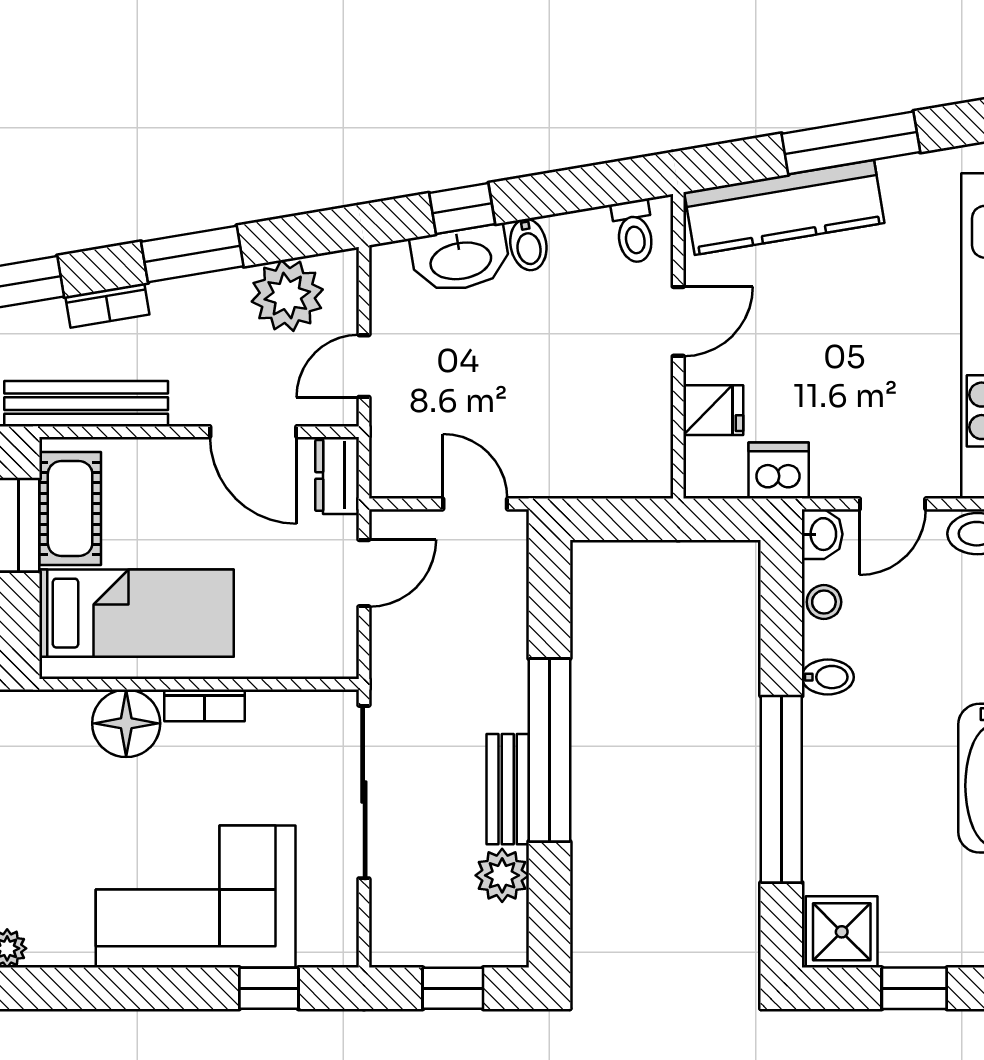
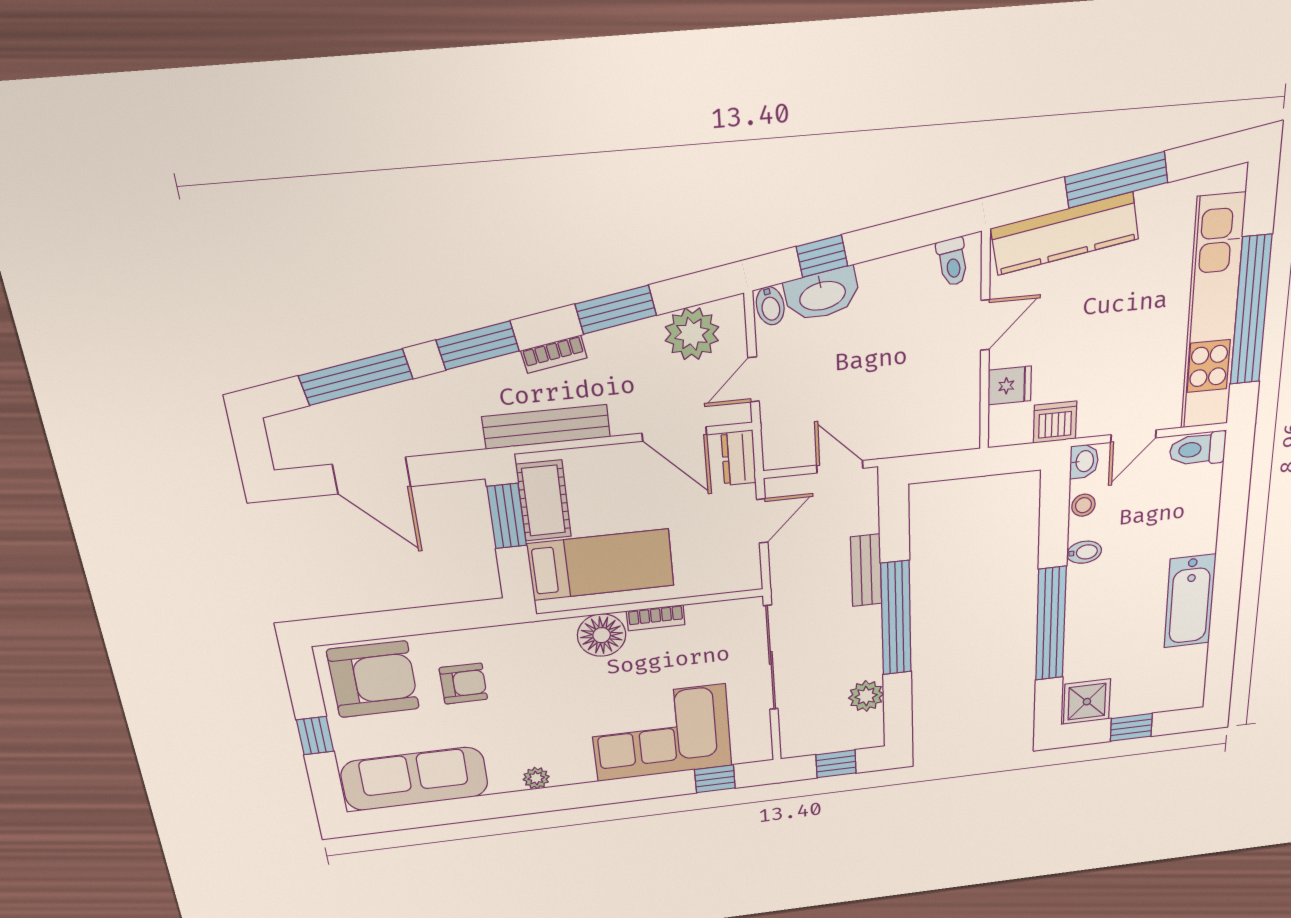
bidet: (528, 245) -> (770, 306), moved
bench: (508, 789) -> (866, 570), moved

